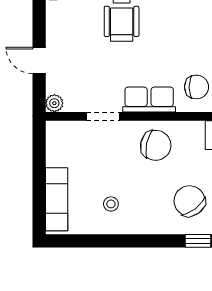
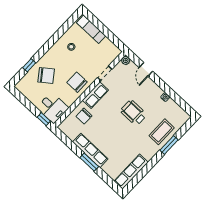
door: (39, 60) -> (146, 69), swing flipped
chair: (156, 145) -> (77, 82), turned 78

